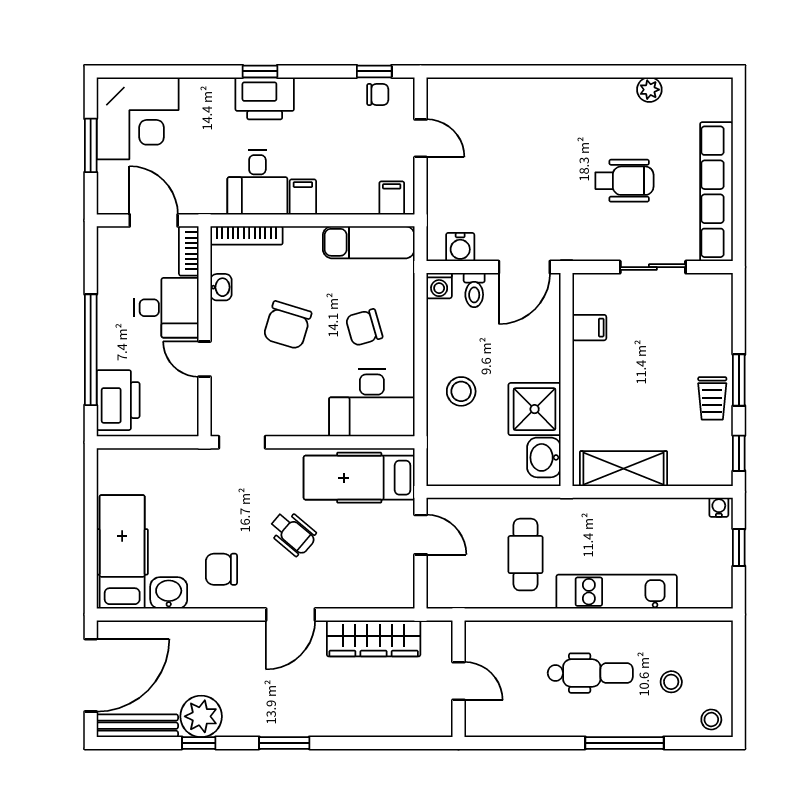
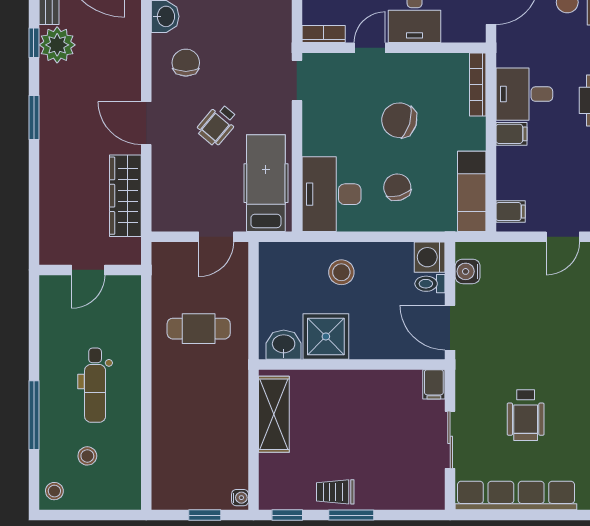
bookcase: (189, 251) -> (324, 34), moved
washing machine: (439, 286) -> (430, 257), width x1.38, depth x1.38
washbasin: (221, 287) -> (433, 62), removed
filing cabinet: (589, 328) -> (434, 384), moved
kitchen unit: (617, 592) -> (166, 408), removed

